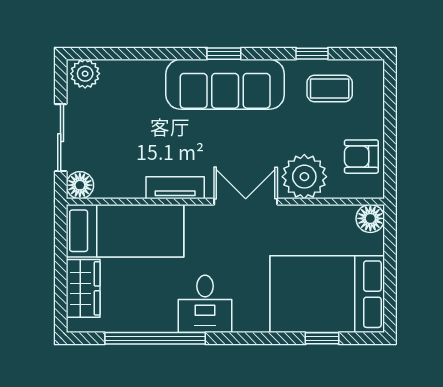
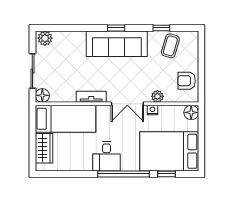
coffee table: (330, 88) -> (170, 46), turned -74
plant: (304, 177) -> (157, 96), width x0.53, depth x0.53
double door: (246, 202) -> (127, 104), swing flipped
nightstand: (295, 214) -> (152, 110), added
window: (155, 338) -> (124, 174), moved

